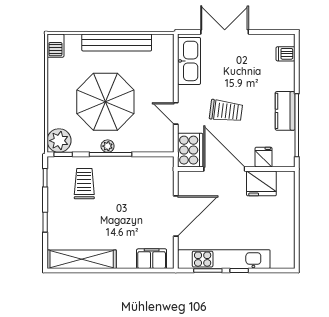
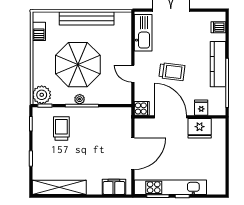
barbecue: (55, 46) -> (39, 31), moved
kitchen counter: (285, 111) -> (218, 64), width x1.50
cooker: (190, 150) -> (142, 108), width x0.53, depth x0.76

